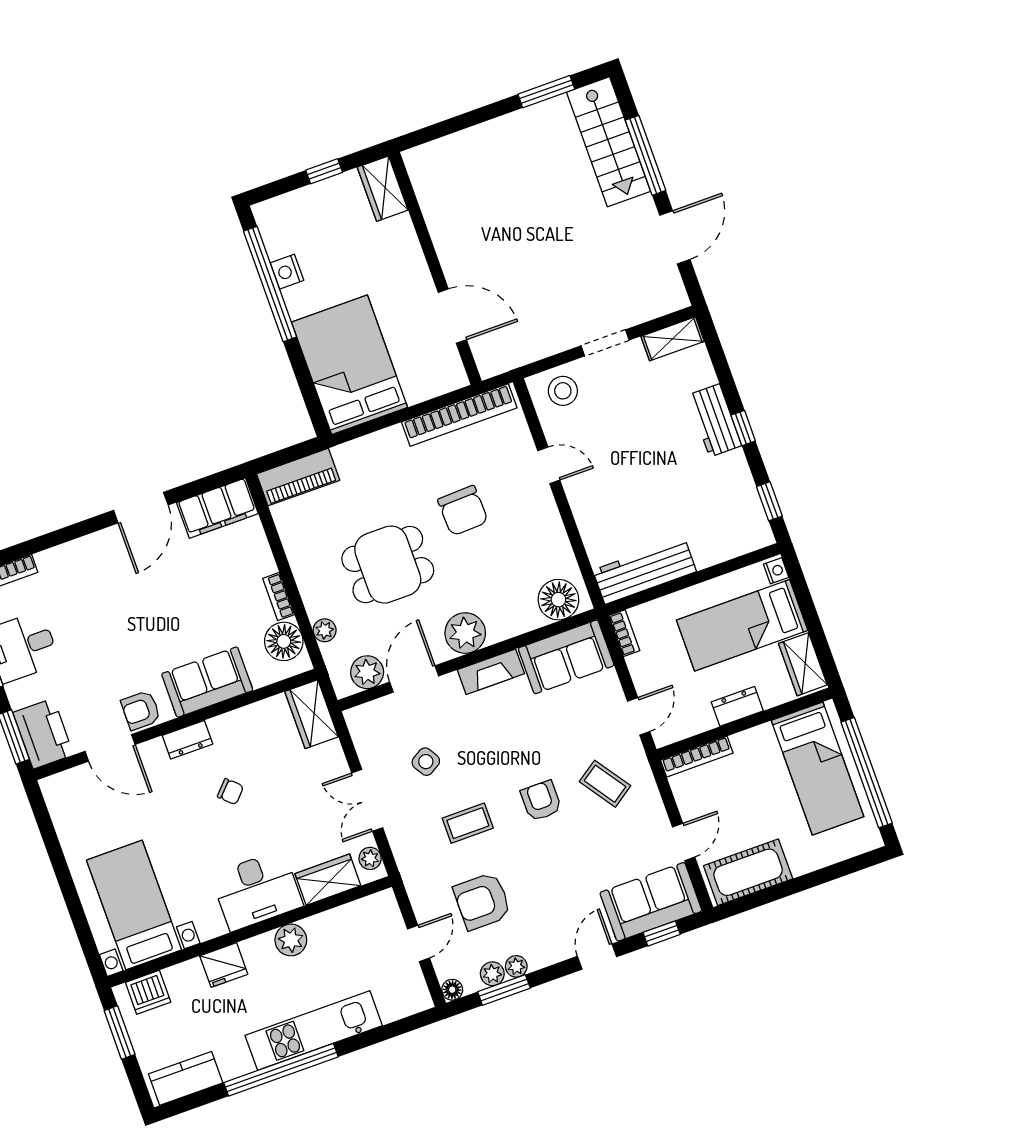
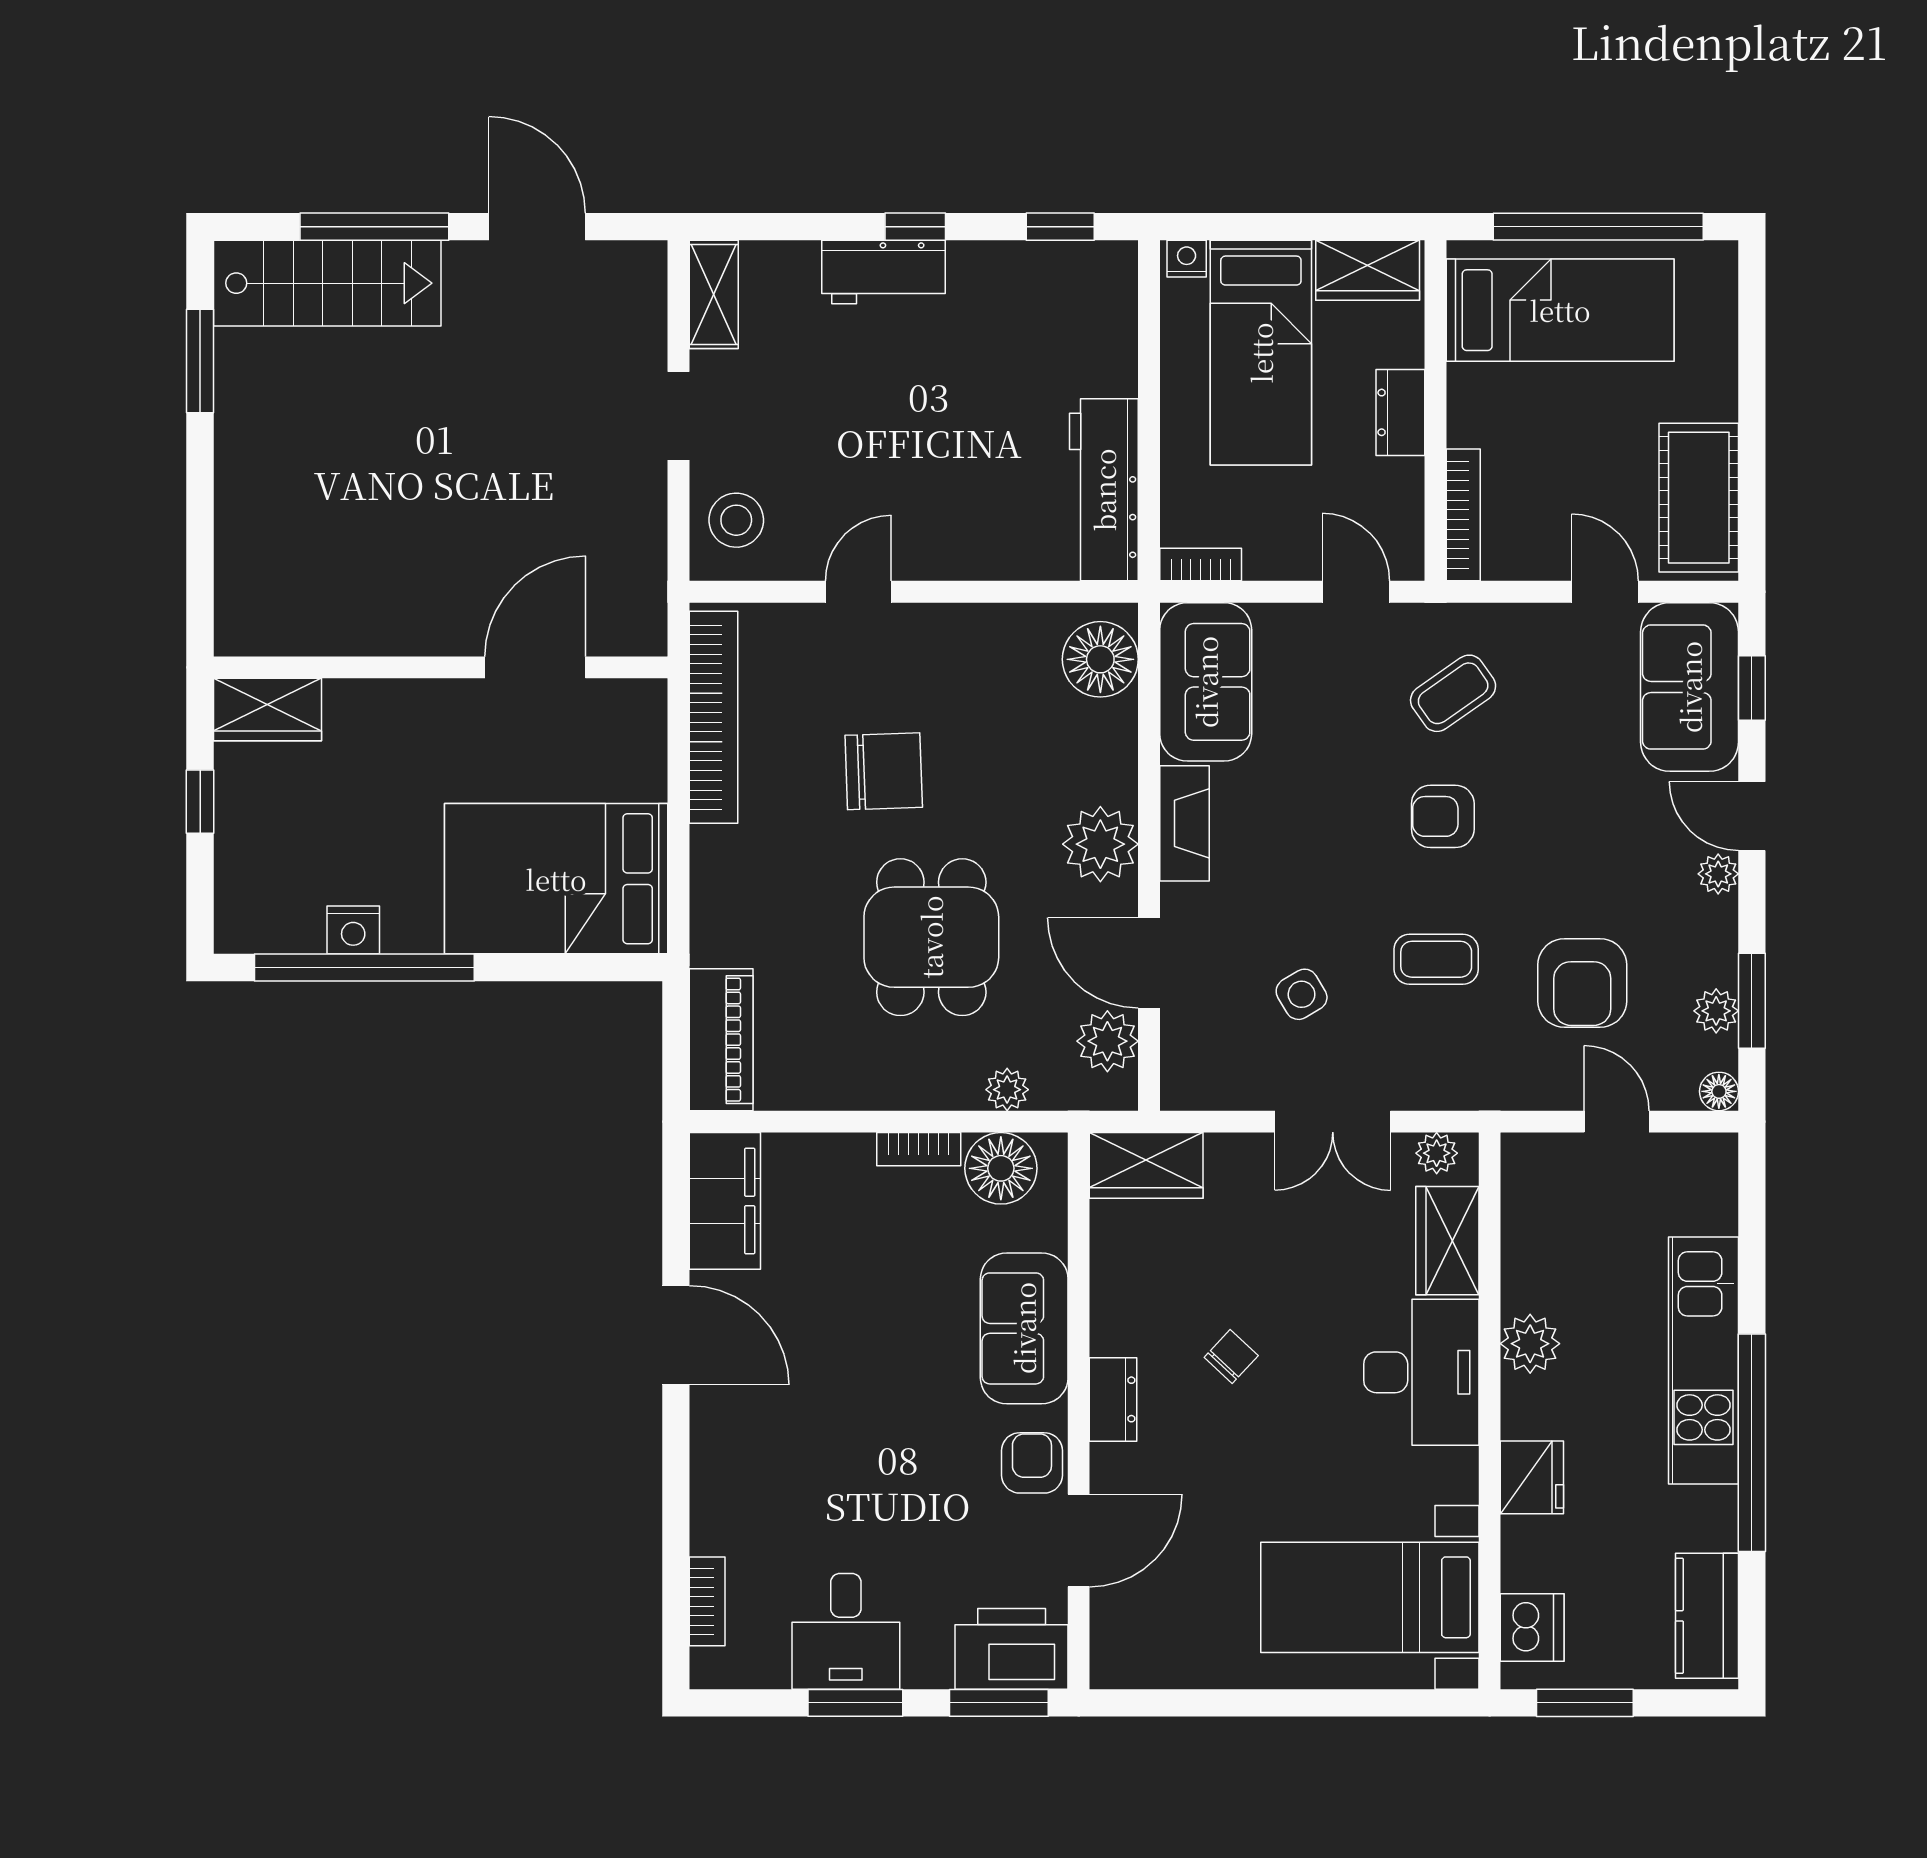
armchair: (141, 710) -> (1032, 1463), turned 180
coffee table: (468, 823) -> (1436, 959), turned 90
plant: (516, 966) -> (1718, 874), moved

